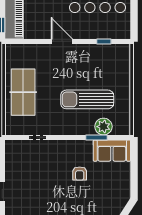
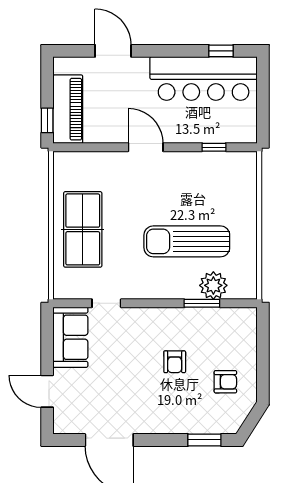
sofa: (112, 151) -> (70, 337), moved, turned -90
armchair: (111, 186) -> (225, 382), added

